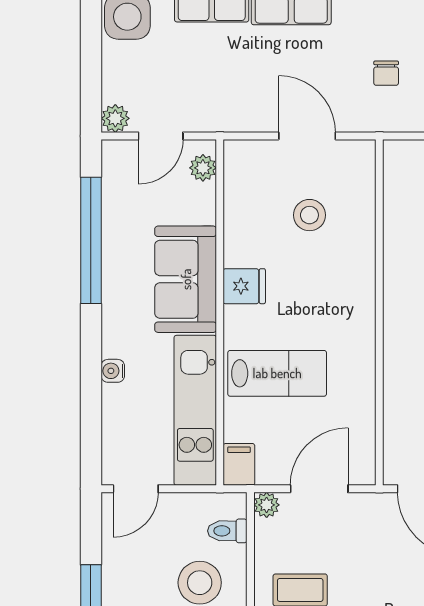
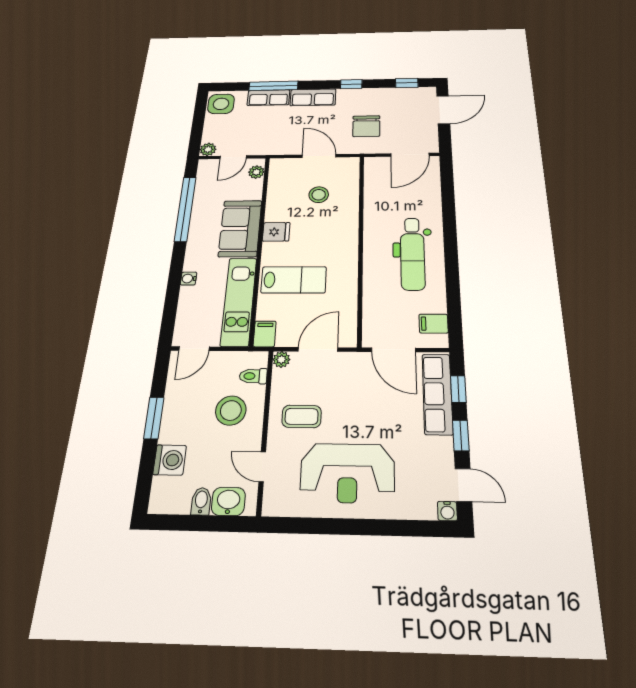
chair: (386, 73) -> (366, 126), width x1.87, depth x1.87

